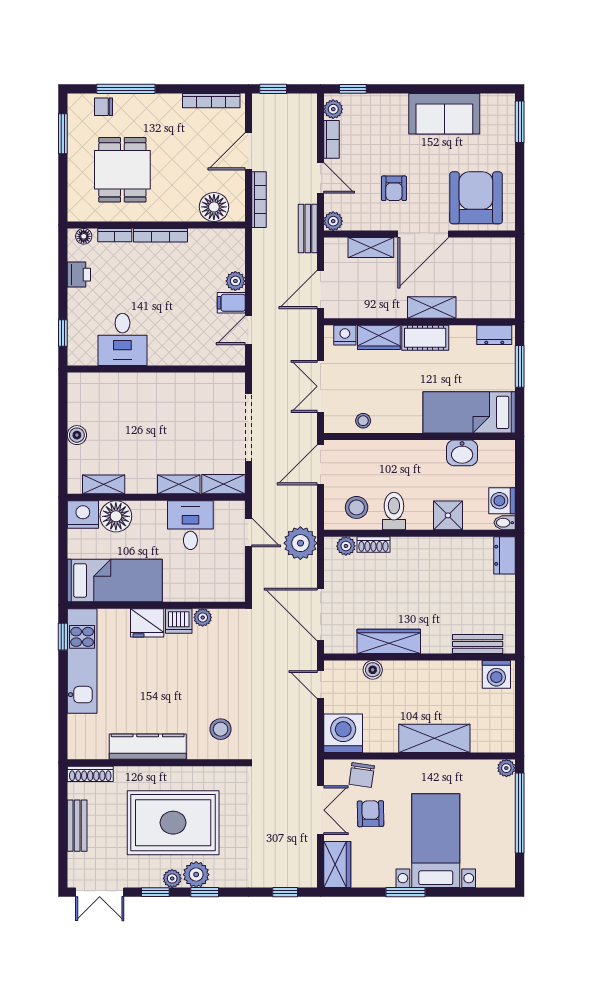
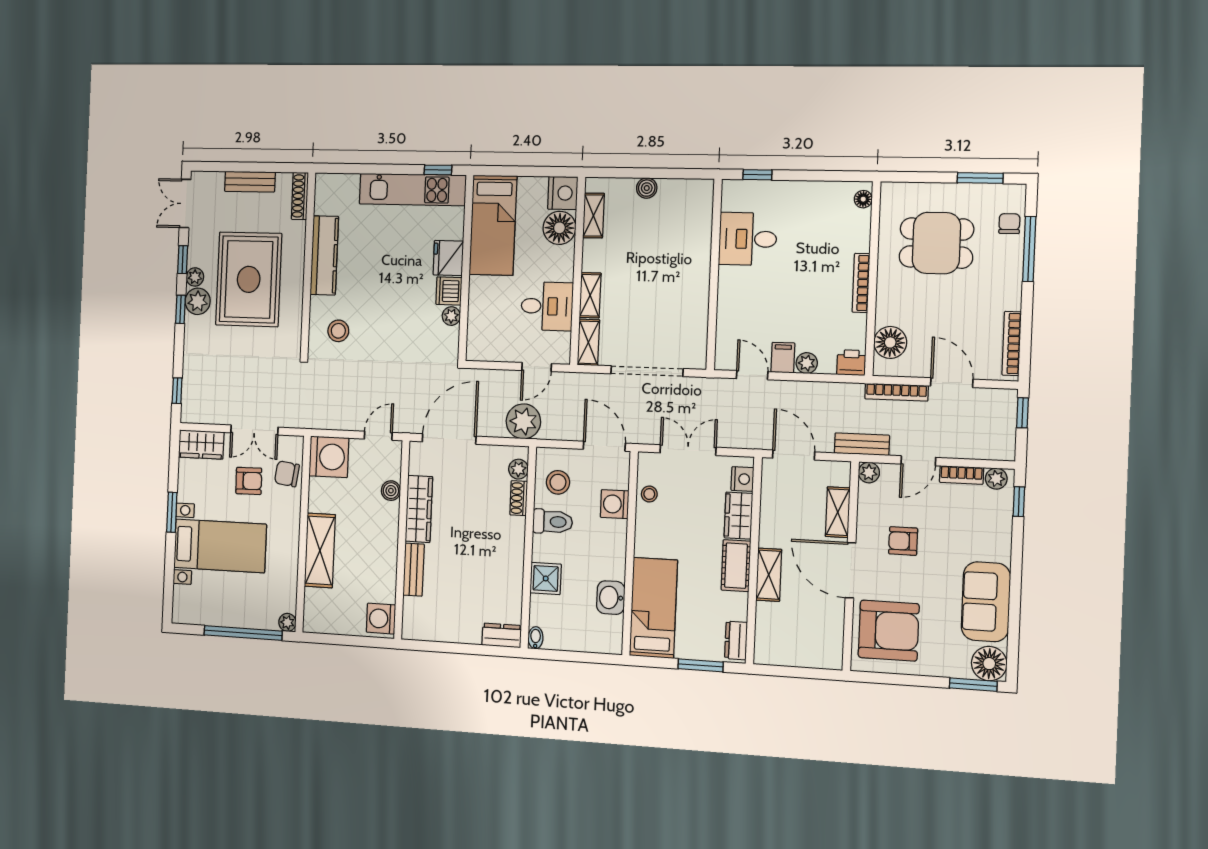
floor lamp: (500, 109) -> (989, 664), added
bookcase: (115, 235) -> (863, 233), removed
printer: (79, 275) -> (851, 363), moved, turned 180
washing machine: (502, 501) -> (615, 504), moved, turned -90
bench: (478, 644) -> (414, 570), moved

